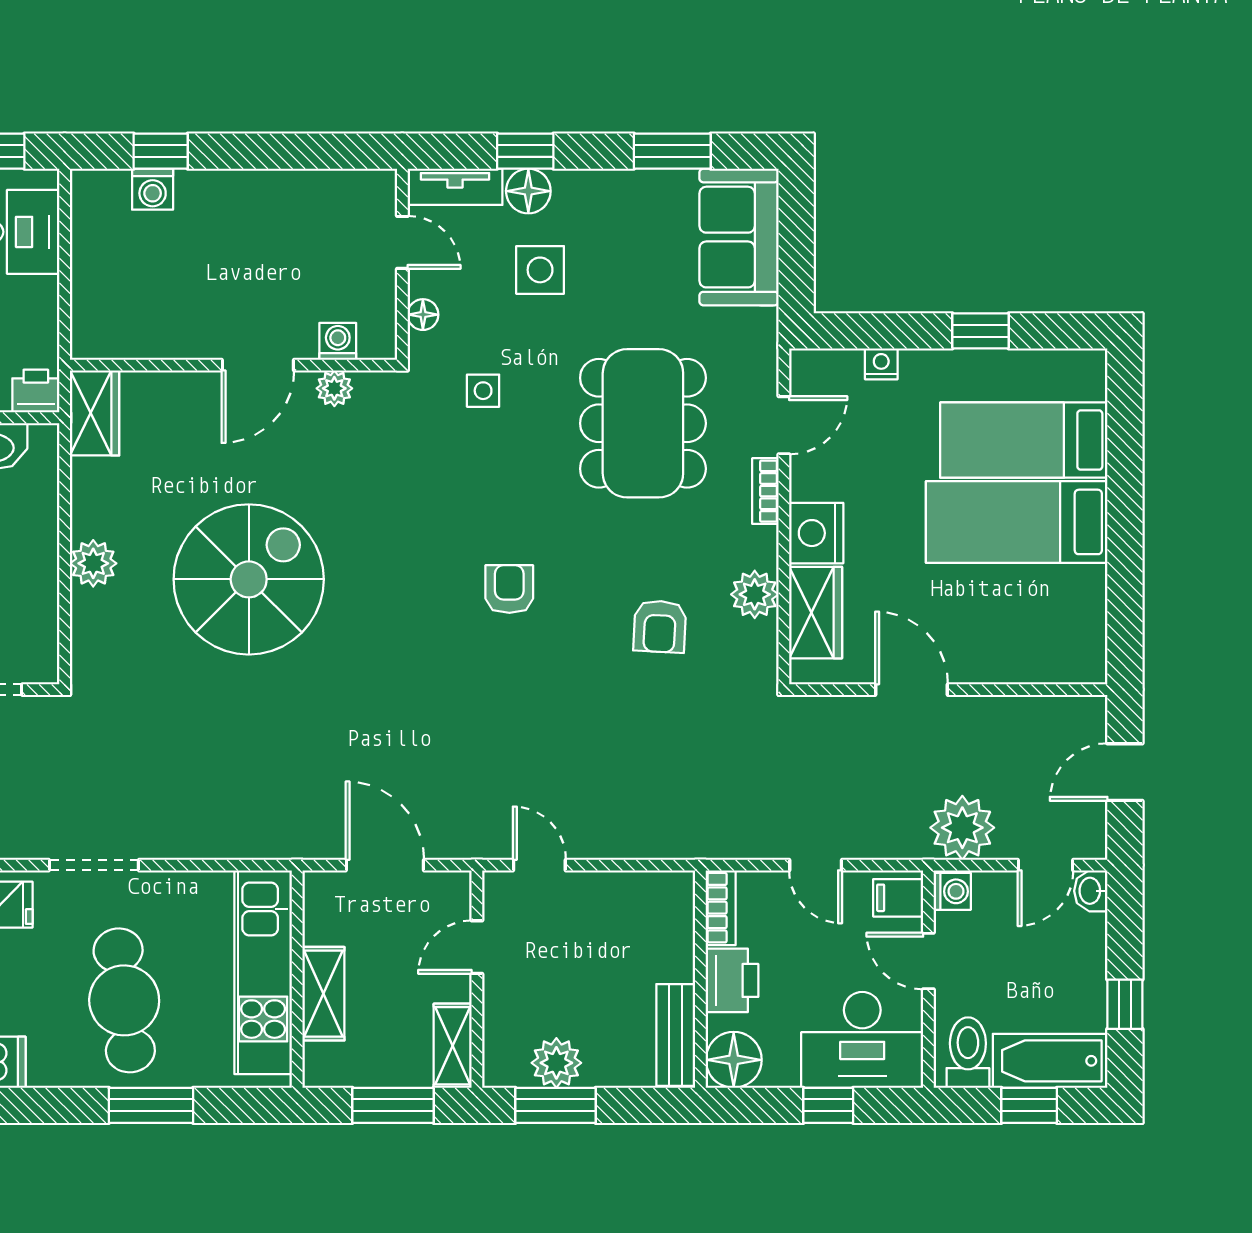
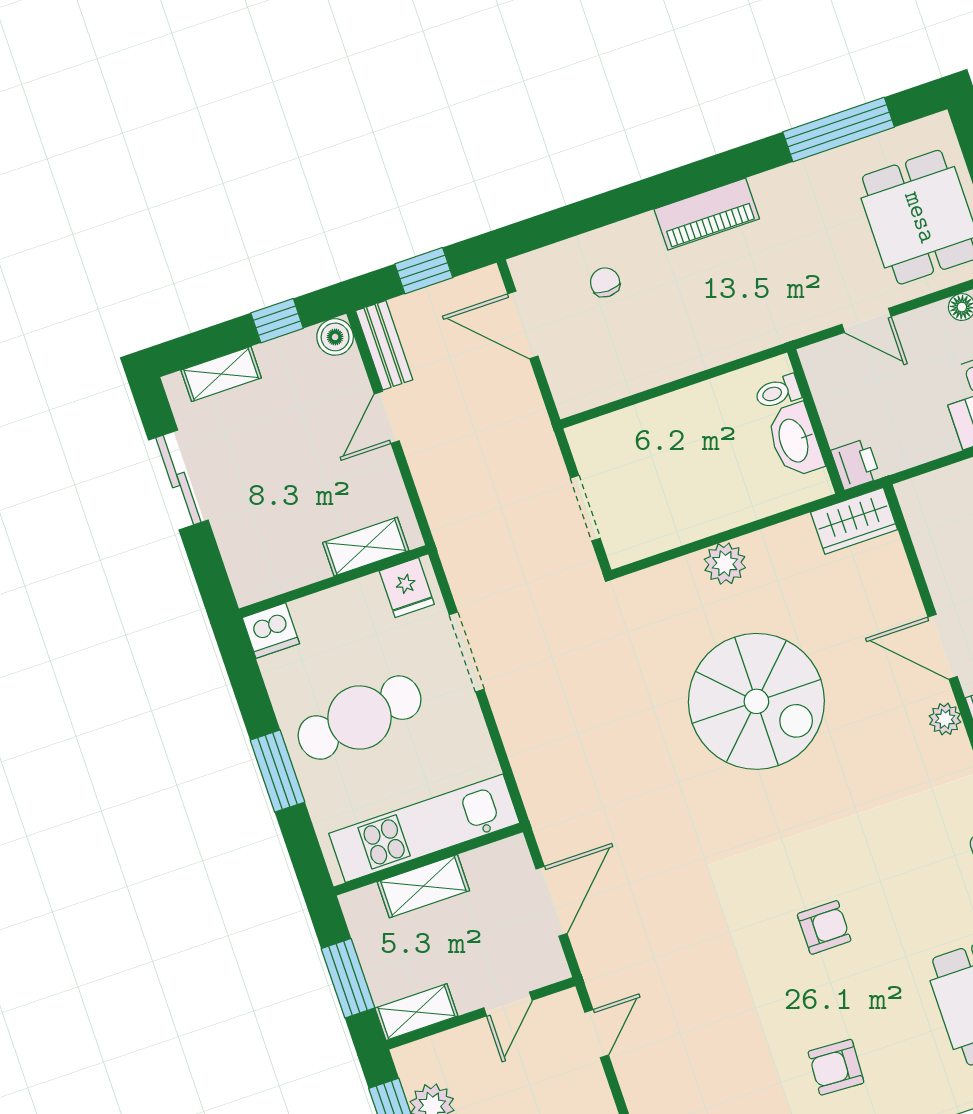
door: (477, 947) -> (508, 1004), swing flipped

